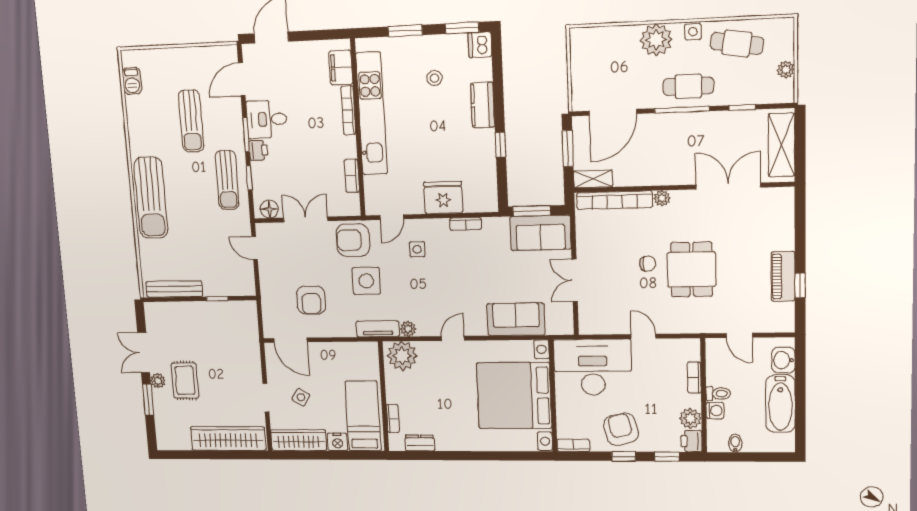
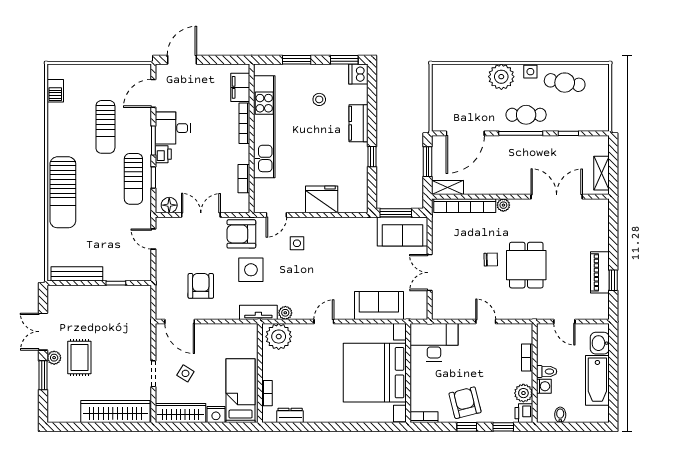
plant: (786, 70) -> (602, 105), removed
shelving: (782, 145) -> (602, 173), width x0.67, depth x0.75
bookcase: (466, 224) -> (340, 222), removed
armchair: (311, 300) -> (201, 286), turned 180
desk: (593, 367) -> (434, 342), width x0.73, depth x0.77

